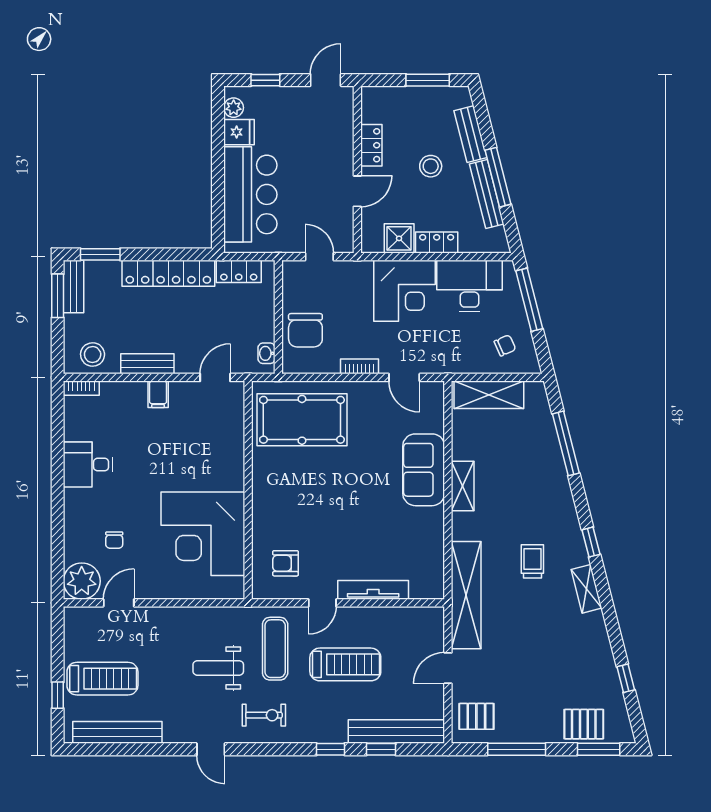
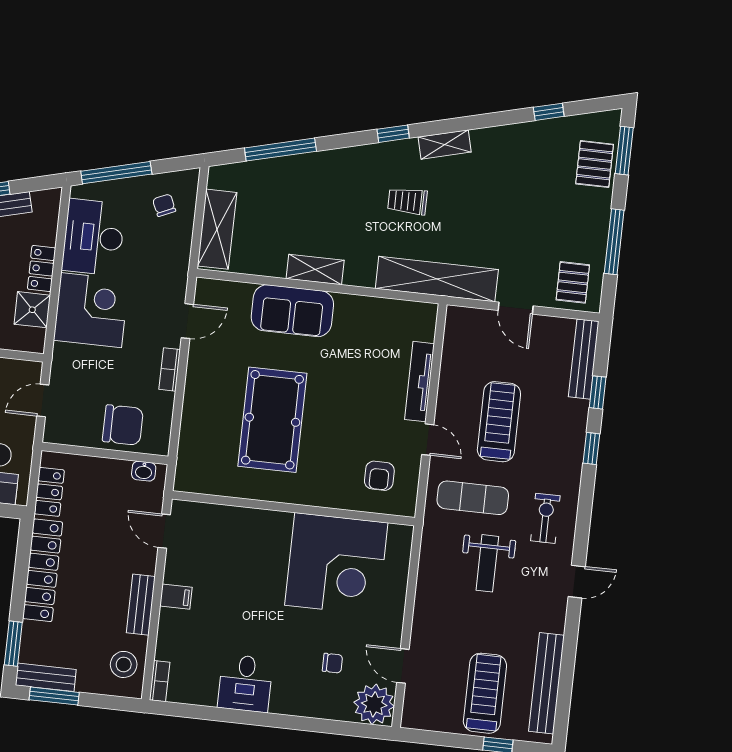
pool table: (302, 420) -> (272, 420), moved
bench: (396, 731) -> (584, 359), width x0.73, depth x0.82

